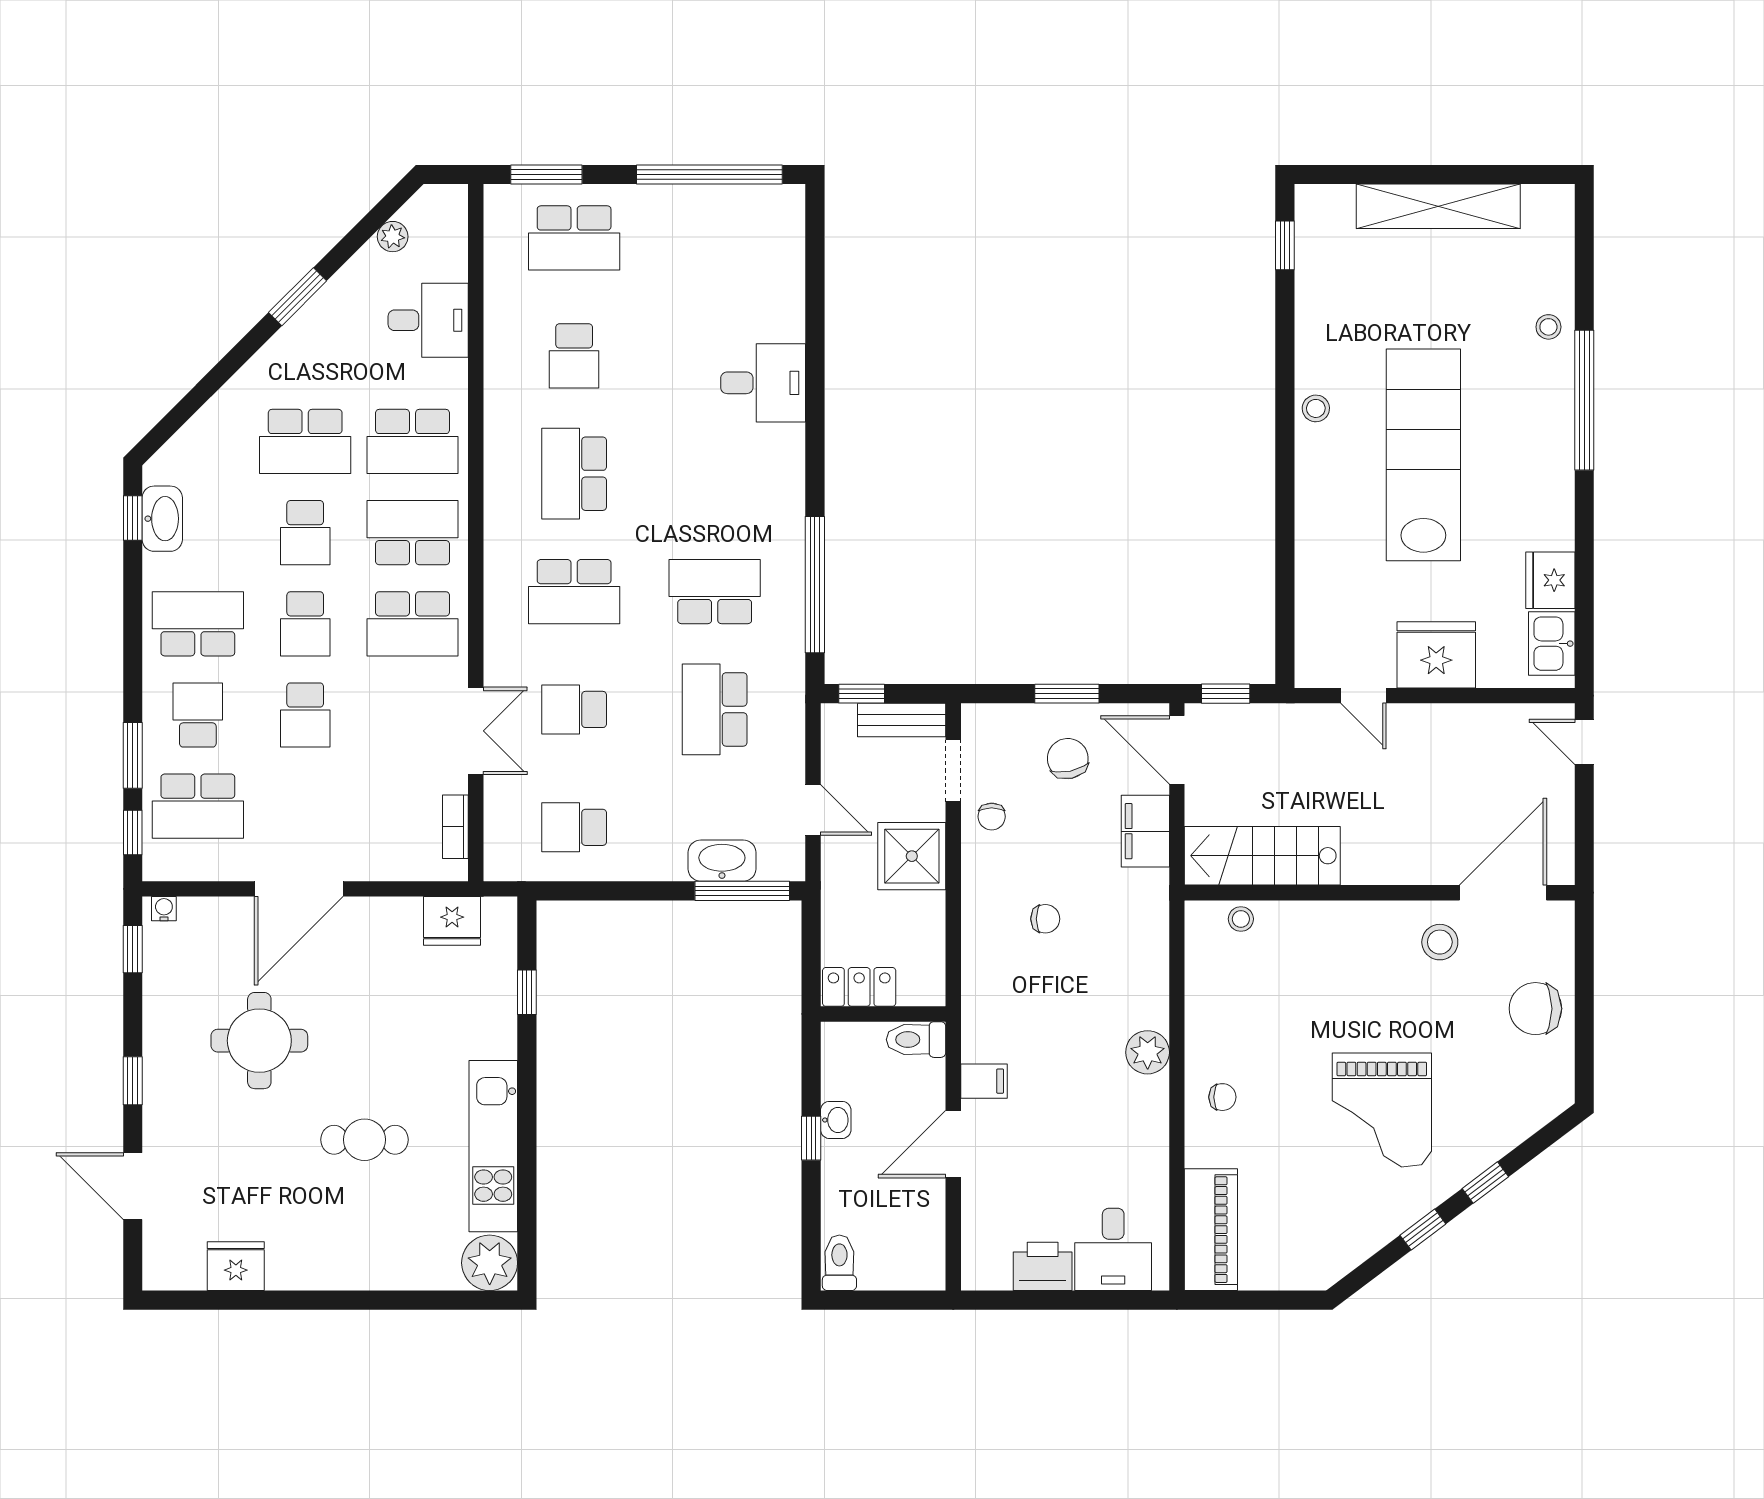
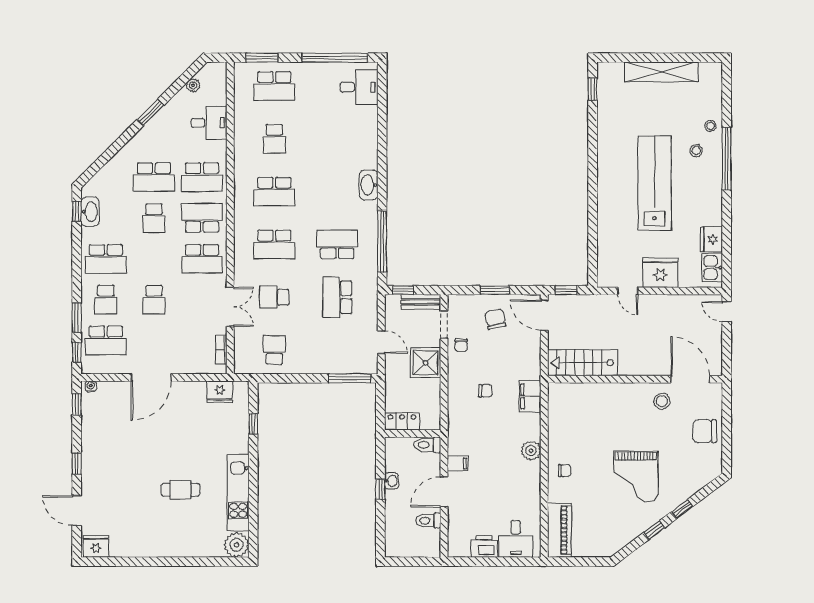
desk: (763, 383) -> (359, 87), moved
stool: (1316, 408) -> (696, 151), moved
school desk: (574, 474) -> (274, 192), turned -90
school desk: (198, 624) -> (106, 259), turned 180
school desk: (305, 624) -> (154, 259), removed
school desk: (198, 715) -> (106, 300), turned 180
school desk: (574, 827) -> (274, 350), turned 90
filing cabinet: (1145, 831) -> (530, 397), moved
washbasin: (722, 861) -> (369, 185), moved, turned -90
door: (1503, 893) -> (690, 379), hinge flipped
stool: (1241, 919) -> (573, 391), removed
round table: (259, 1041) -> (133, 445), removed
toilet: (839, 1263) -> (428, 521), moved, turned -90
fridge: (236, 1266) -> (96, 546), moved

